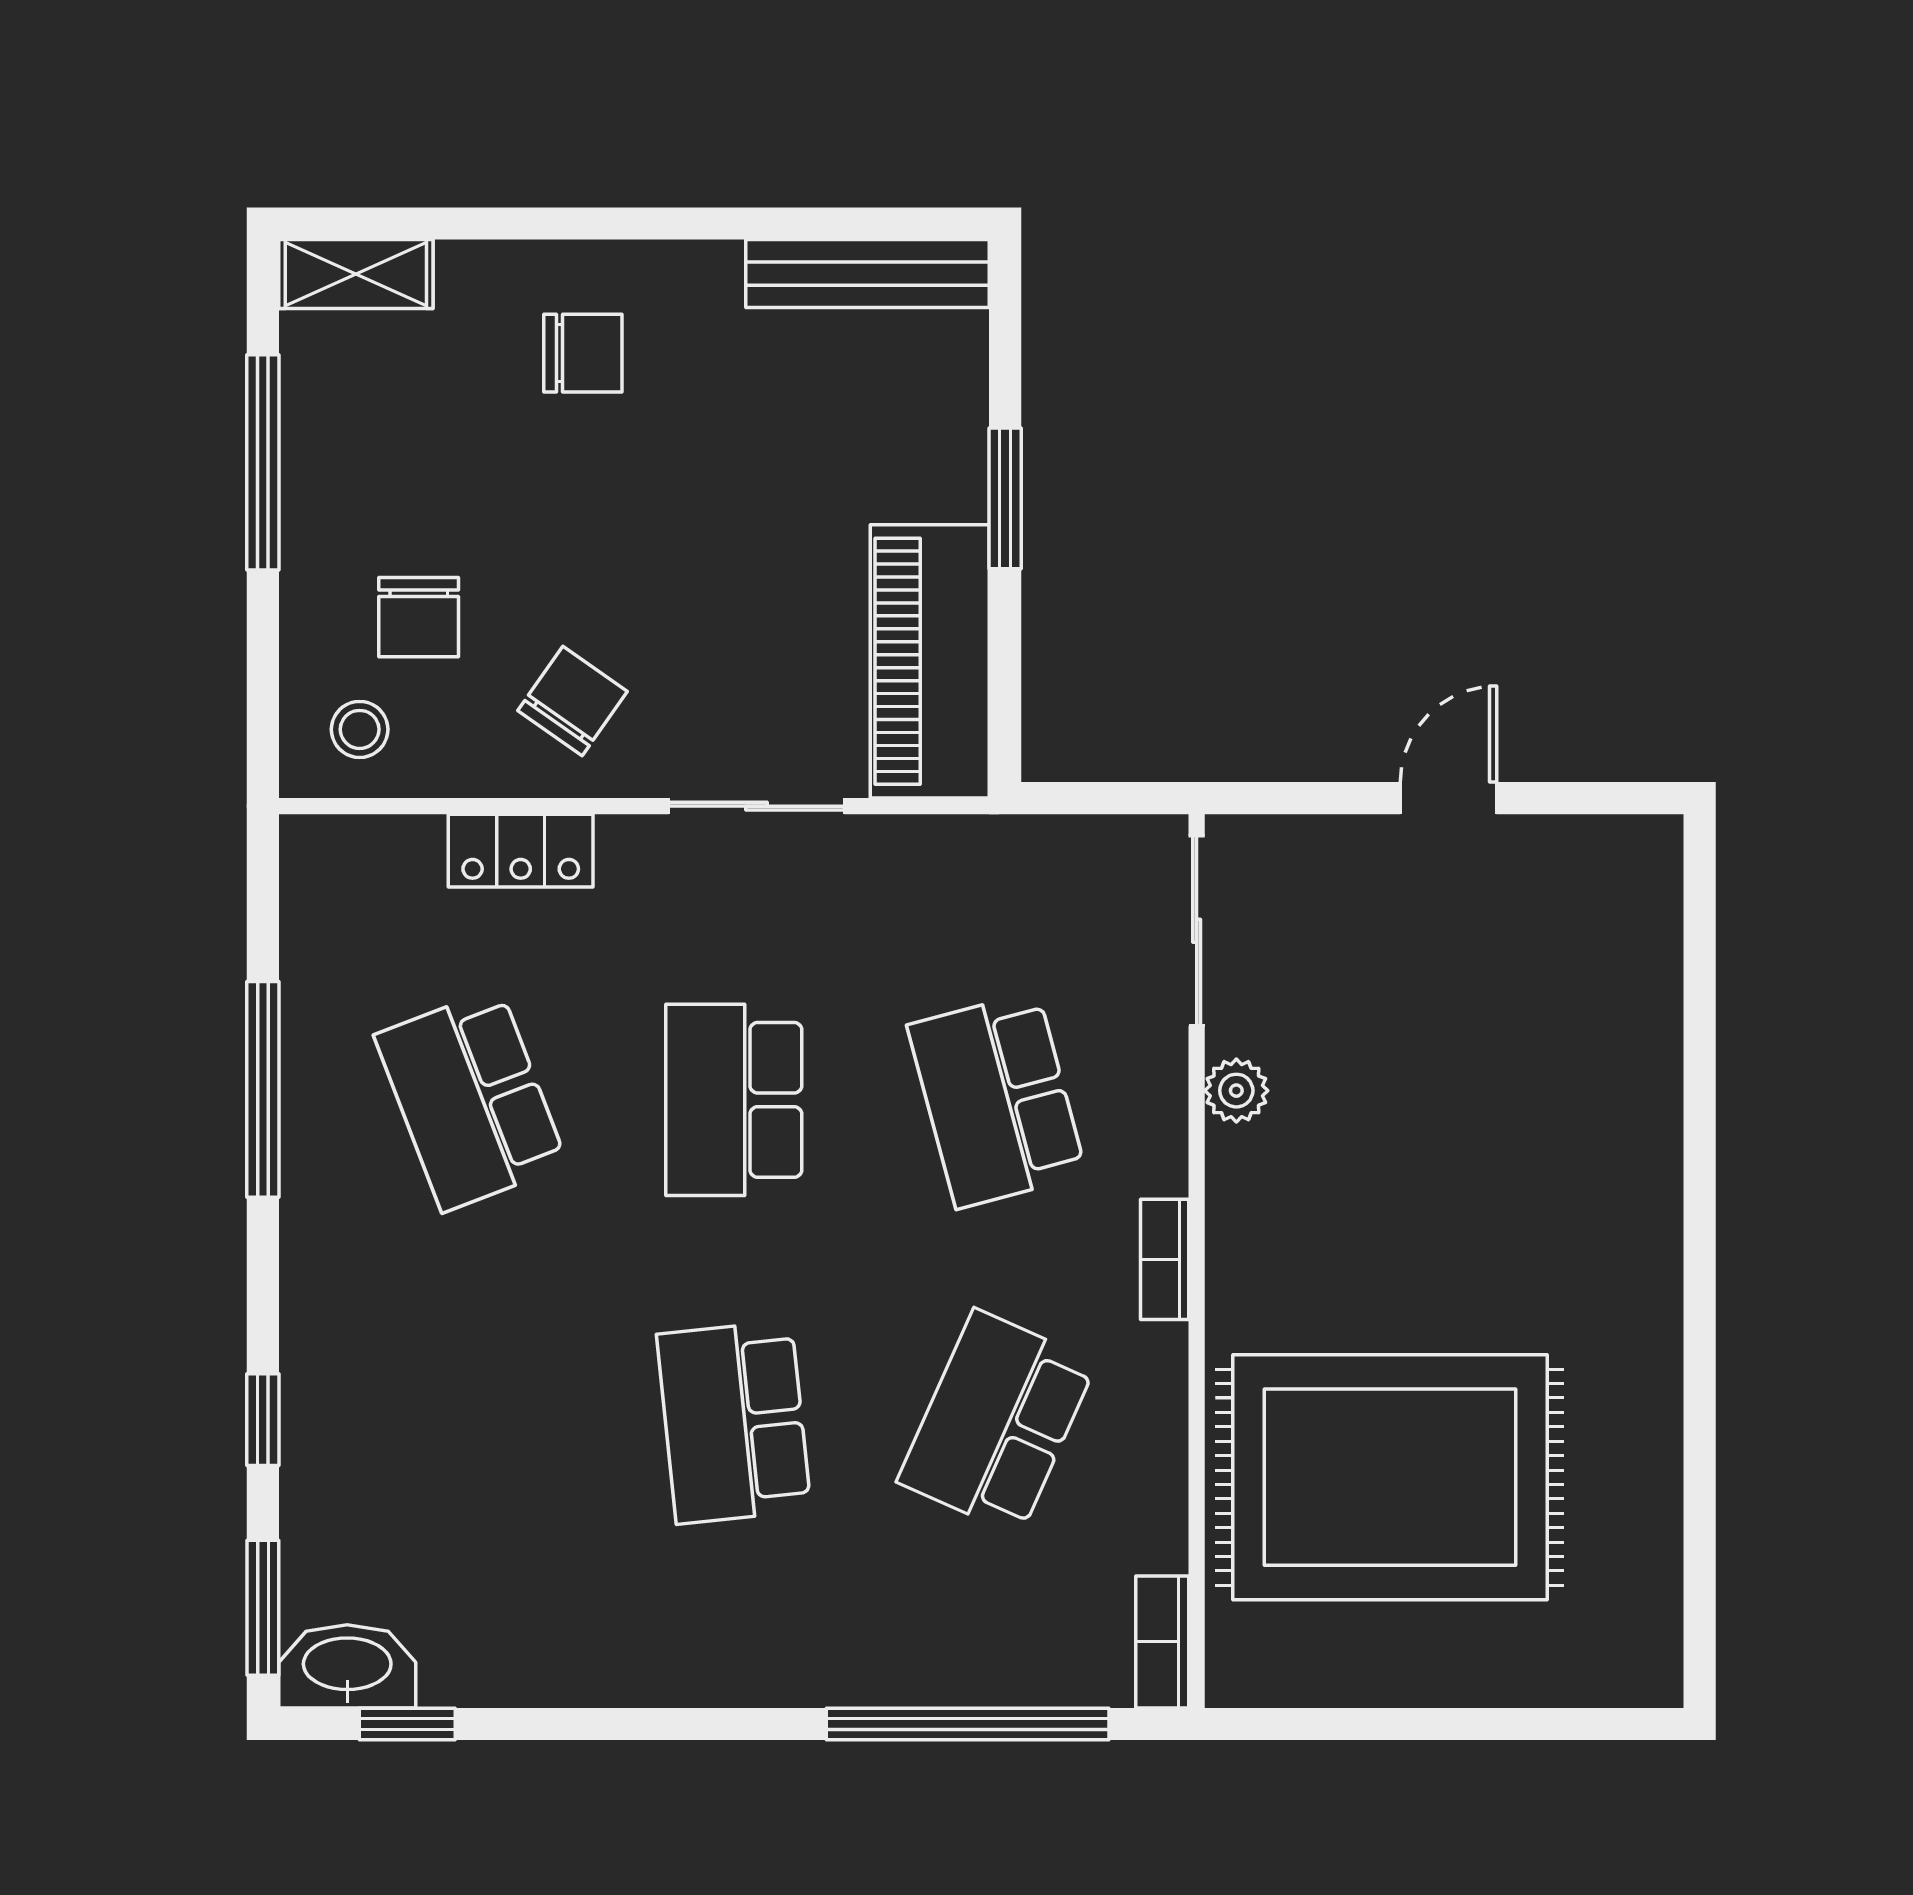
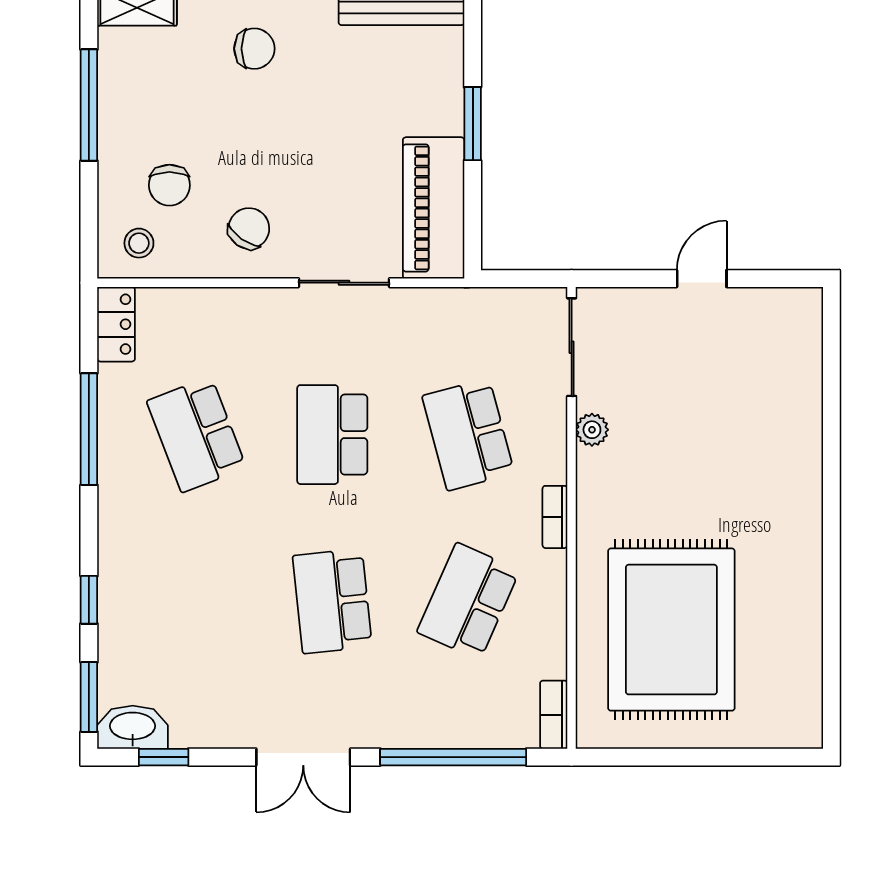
locker: (521, 851) -> (116, 324), moved, turned -90
rug: (1390, 1477) -> (671, 630), turned 90
double door: (678, 1724) -> (303, 757), added

